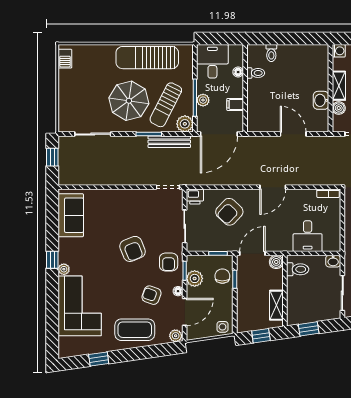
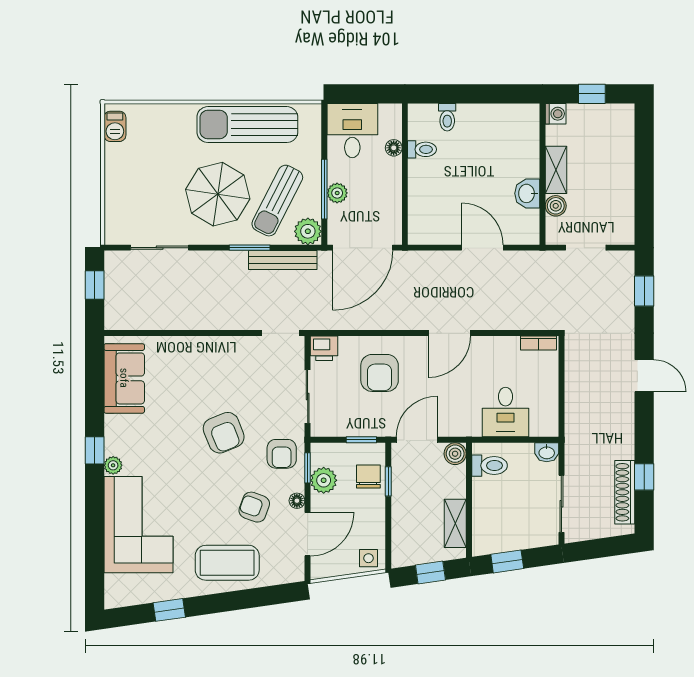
filing cabinet: (235, 104) -> (389, 200), removed
armchair: (229, 212) -> (380, 373), turned -43
plant: (176, 336) -> (293, 573), removed

